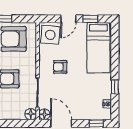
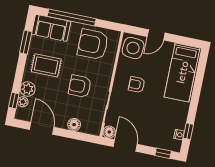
window: (90, 19) -> (180, 40), removed
window: (115, 87) -> (188, 131), moved
floor lamp: (31, 114) -> (74, 125), moved

